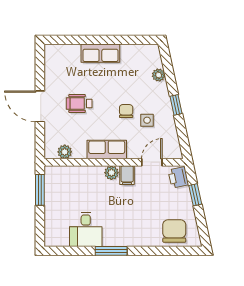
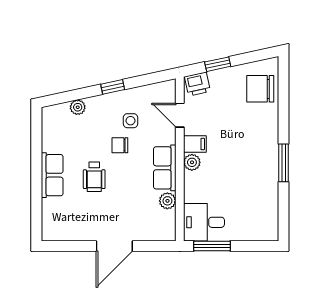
wheelchair: (79, 103) -> (94, 177), moved
plant: (65, 152) -> (167, 201), moved
desk: (86, 229) -> (204, 222), moved, turned 180

